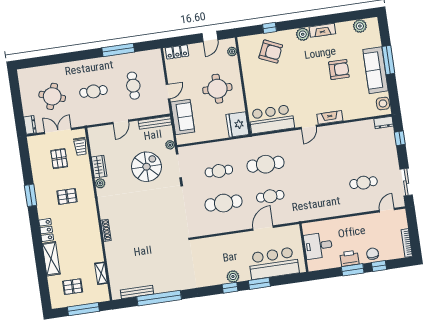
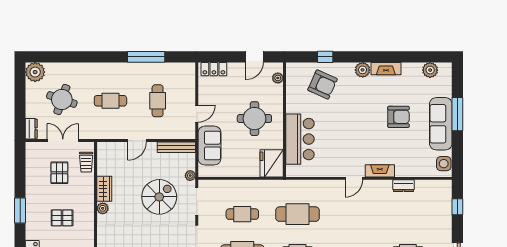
plant: (26, 76) -> (35, 72), added
bar counter: (272, 119) -> (300, 139), moved, turned 90
dresser: (384, 122) -> (403, 186), moved

